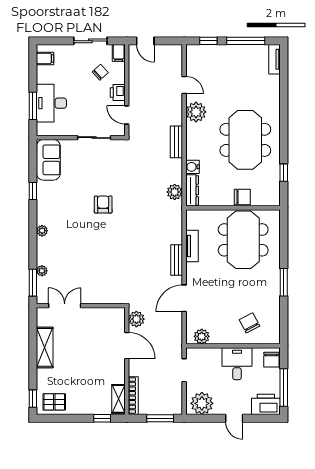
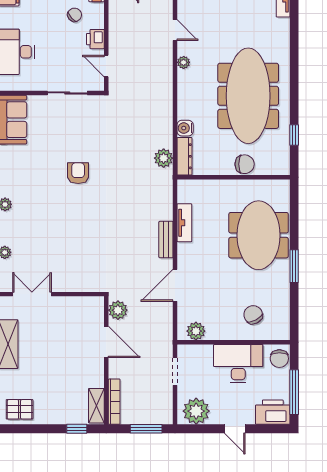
plant: (196, 112) -> (184, 62), width x0.53, depth x0.53
meeting table: (245, 140) -> (248, 96), width x1.36
bench: (176, 142) -> (166, 98), removed
meeting table: (243, 240) -> (259, 235), moved
desk: (237, 364) -> (238, 364), width x1.37

